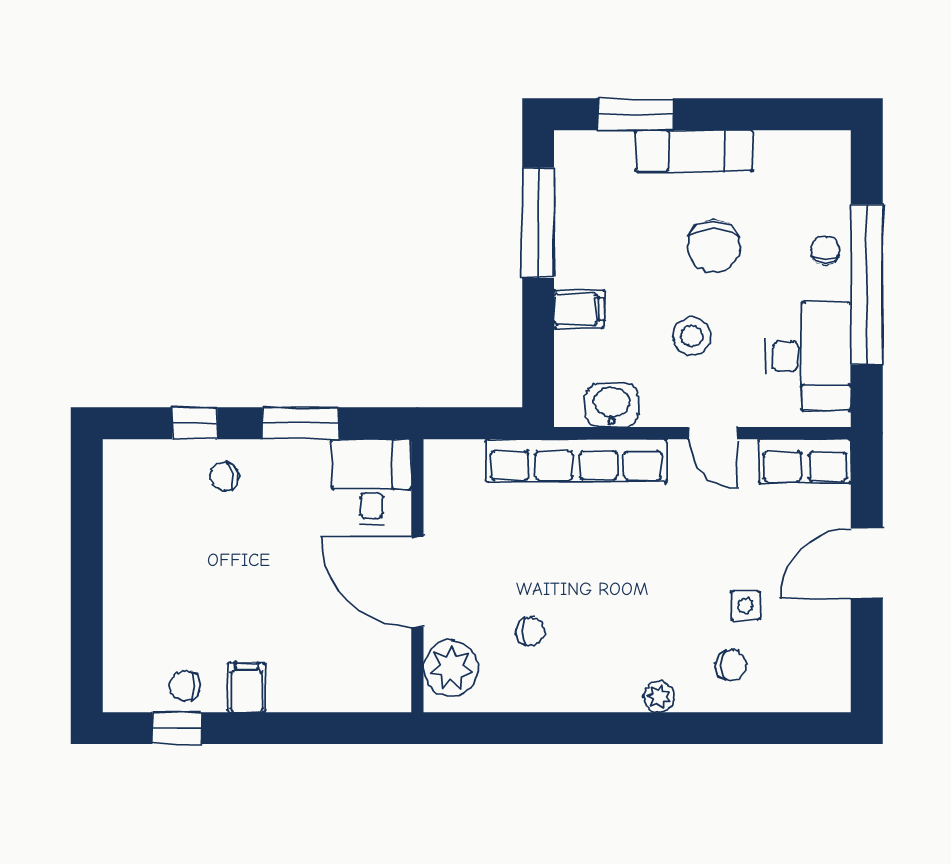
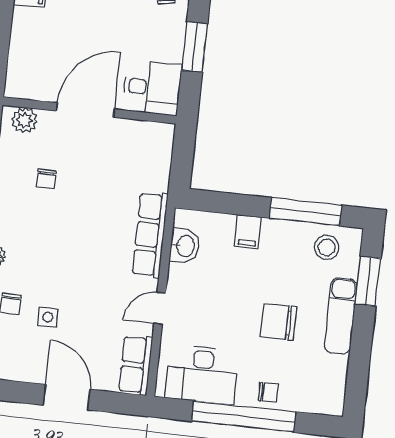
stool: (692, 336) -> (327, 247), moved
row of seats: (576, 461) -> (150, 235), width x0.73
plant: (451, 668) -> (24, 120), width x0.73, depth x0.73

